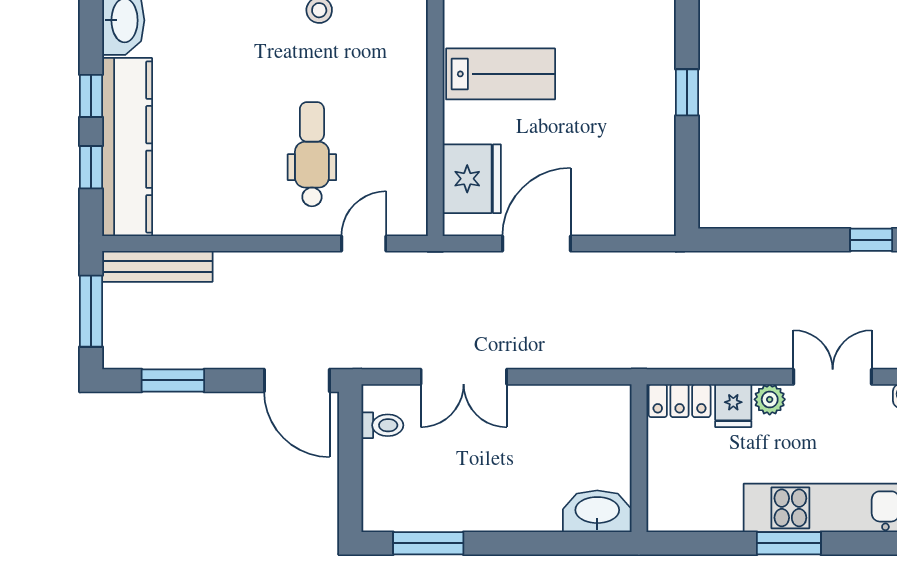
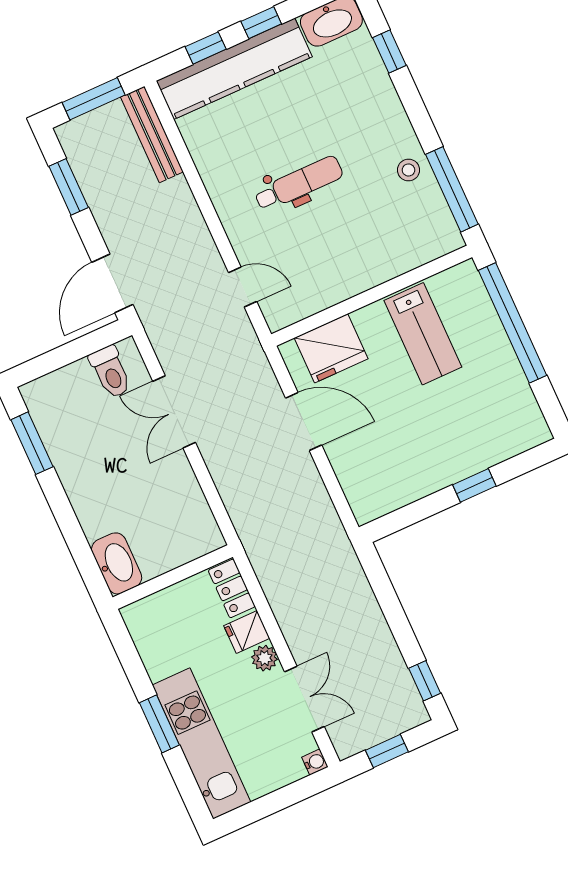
dental chair: (312, 154) -> (299, 184), moved
toilet: (382, 425) -> (111, 372), width x1.37, depth x1.39

